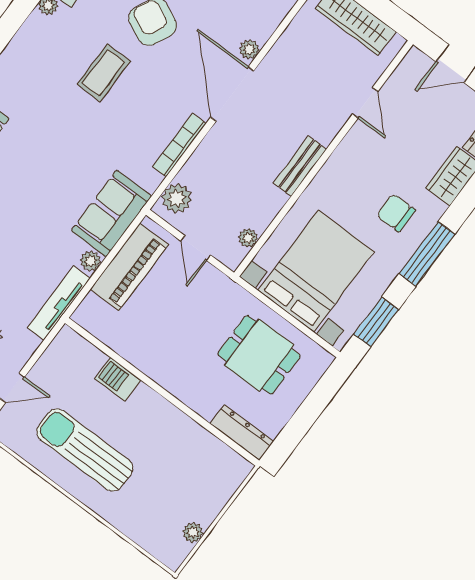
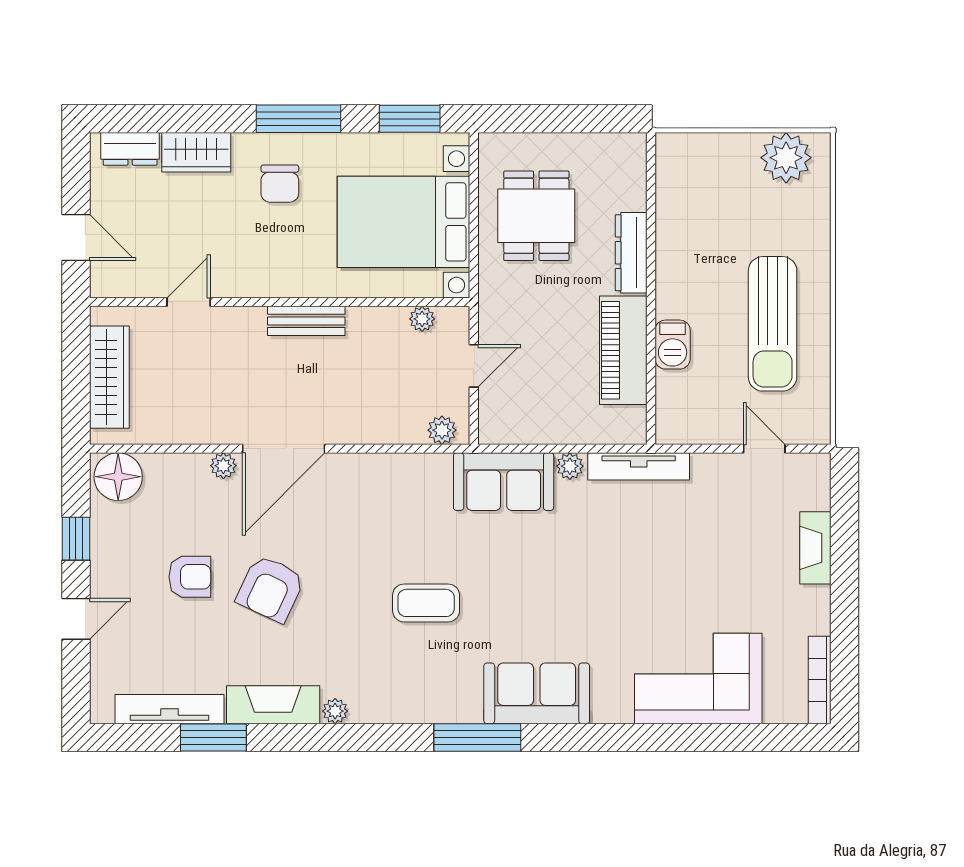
coffee table: (104, 73) -> (426, 603), moved
bookcase: (179, 145) -> (379, 464), removed
plant: (177, 198) -> (442, 430), width x0.73, depth x0.73
piano: (129, 267) -> (623, 350), moved, turned -90
dresser: (242, 433) -> (631, 253), moved
plant: (193, 532) -> (786, 158), width x1.88, depth x1.88

